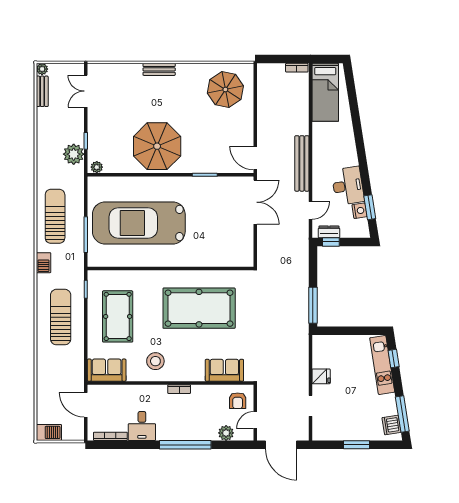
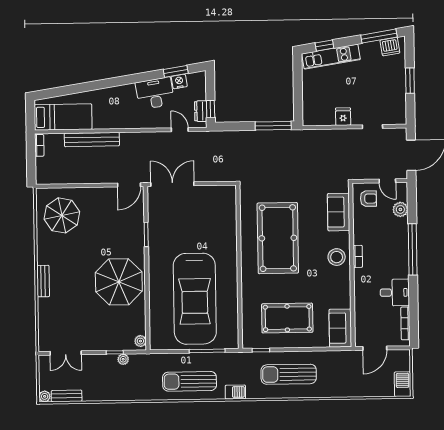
plant: (74, 154) -> (123, 359), width x0.53, depth x0.53
bench: (302, 163) -> (92, 140), moved
stool: (155, 361) -> (337, 257), moved

